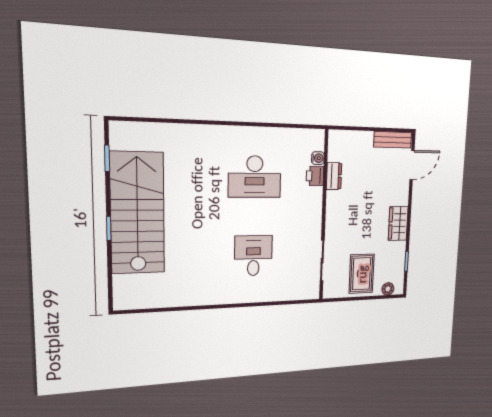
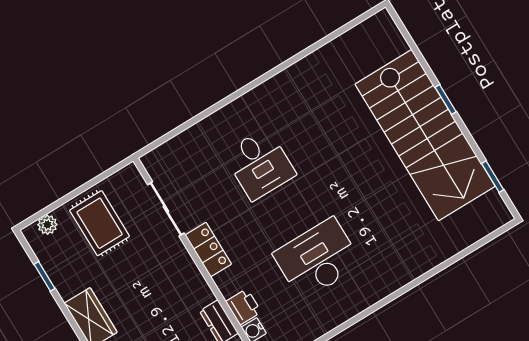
locker: (314, 222) -> (208, 250), added

